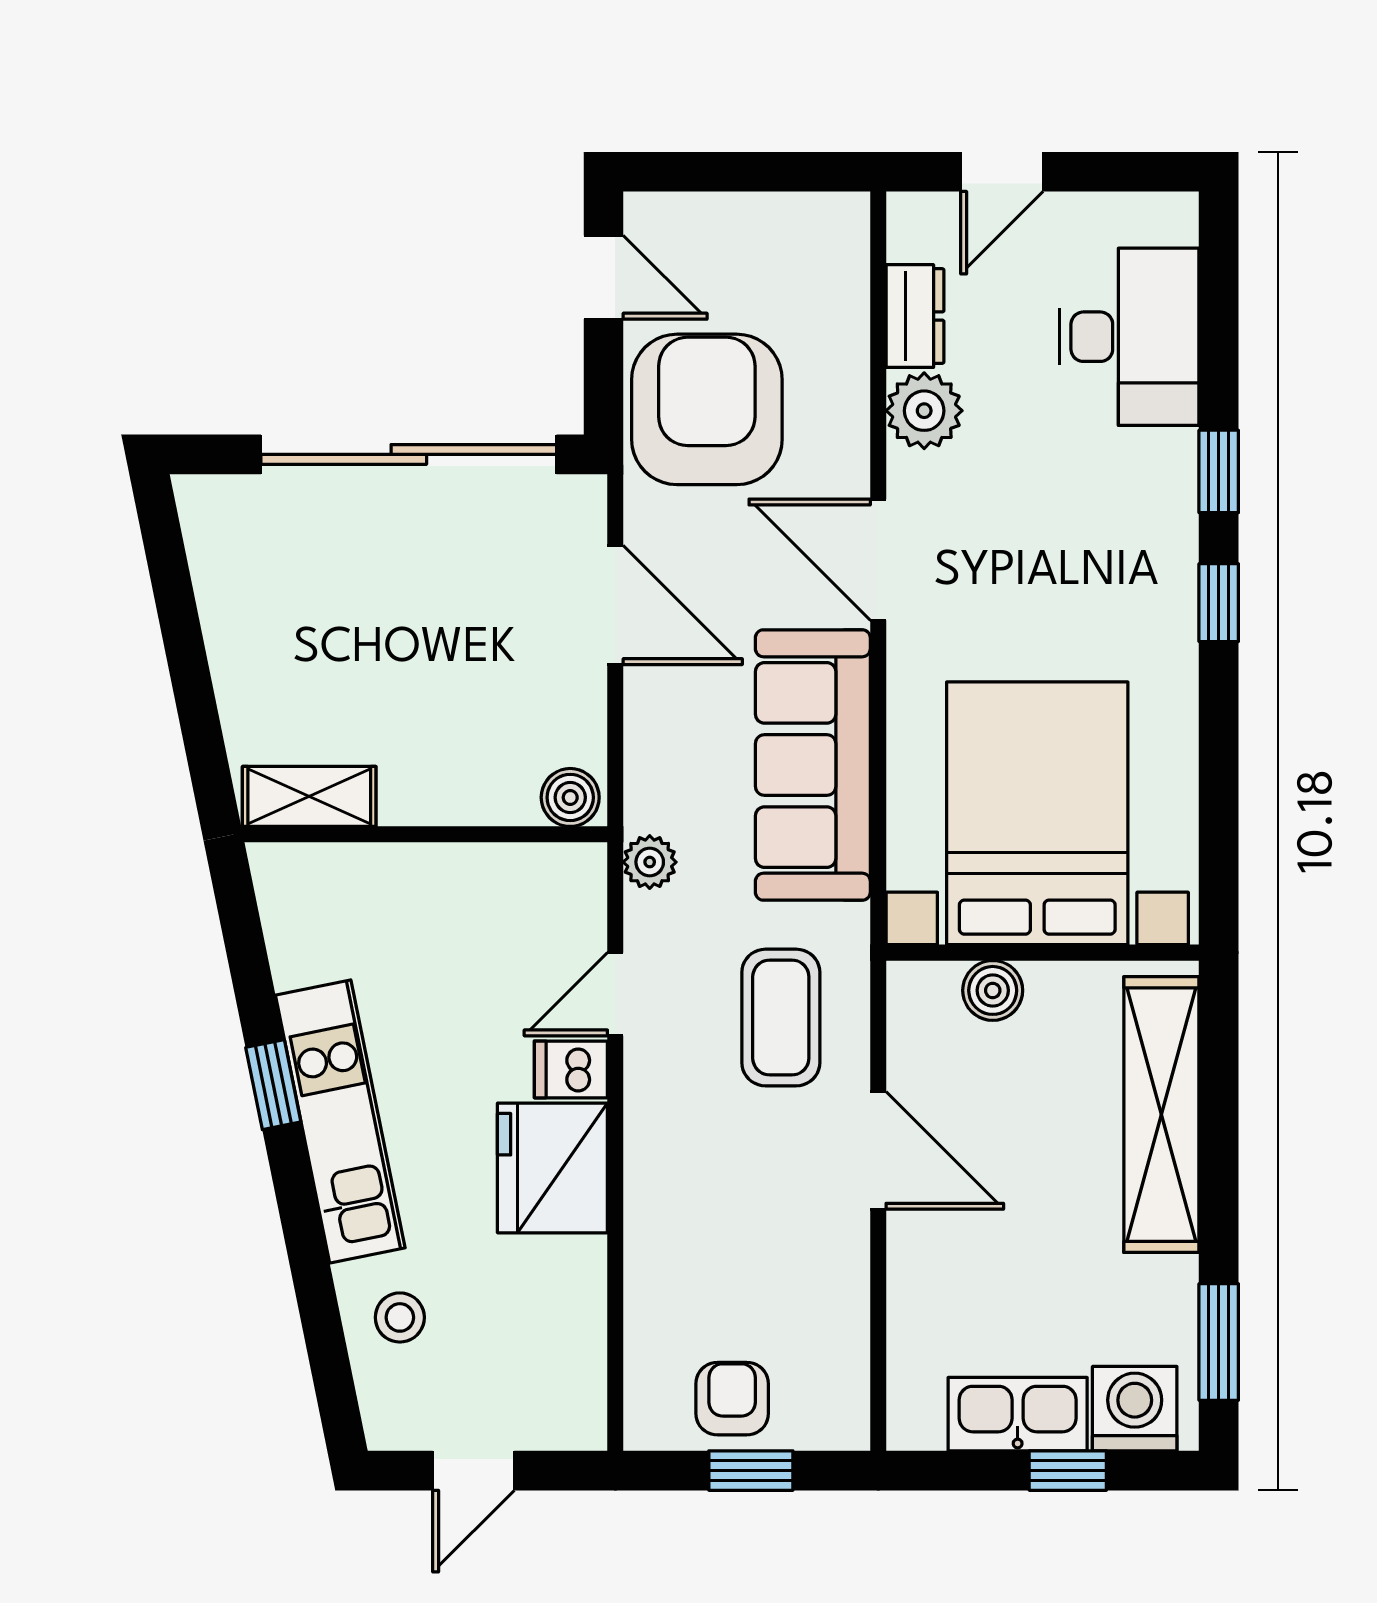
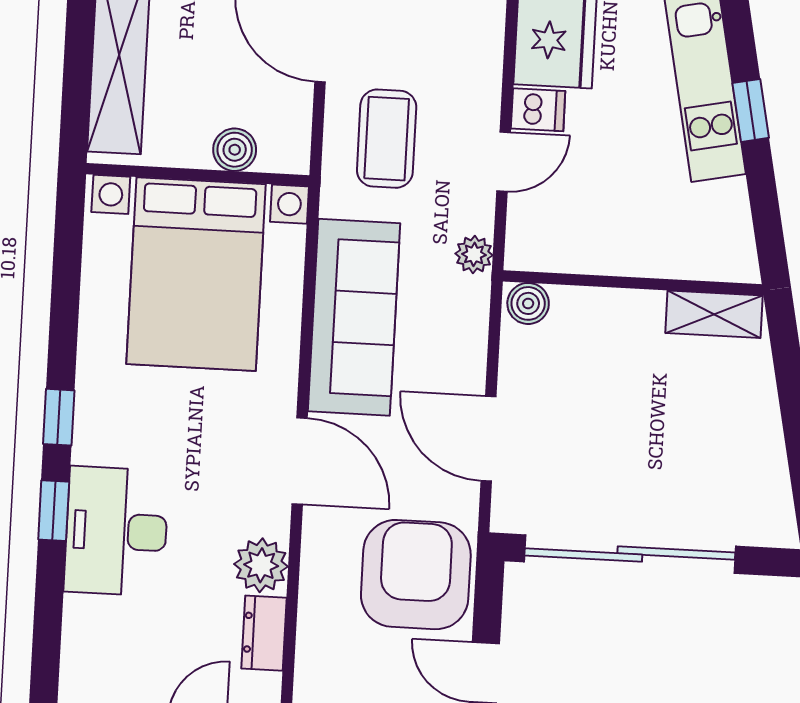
desk: (1129, 337) -> (116, 531), moved
armchair: (707, 409) -> (416, 575), turned 180

